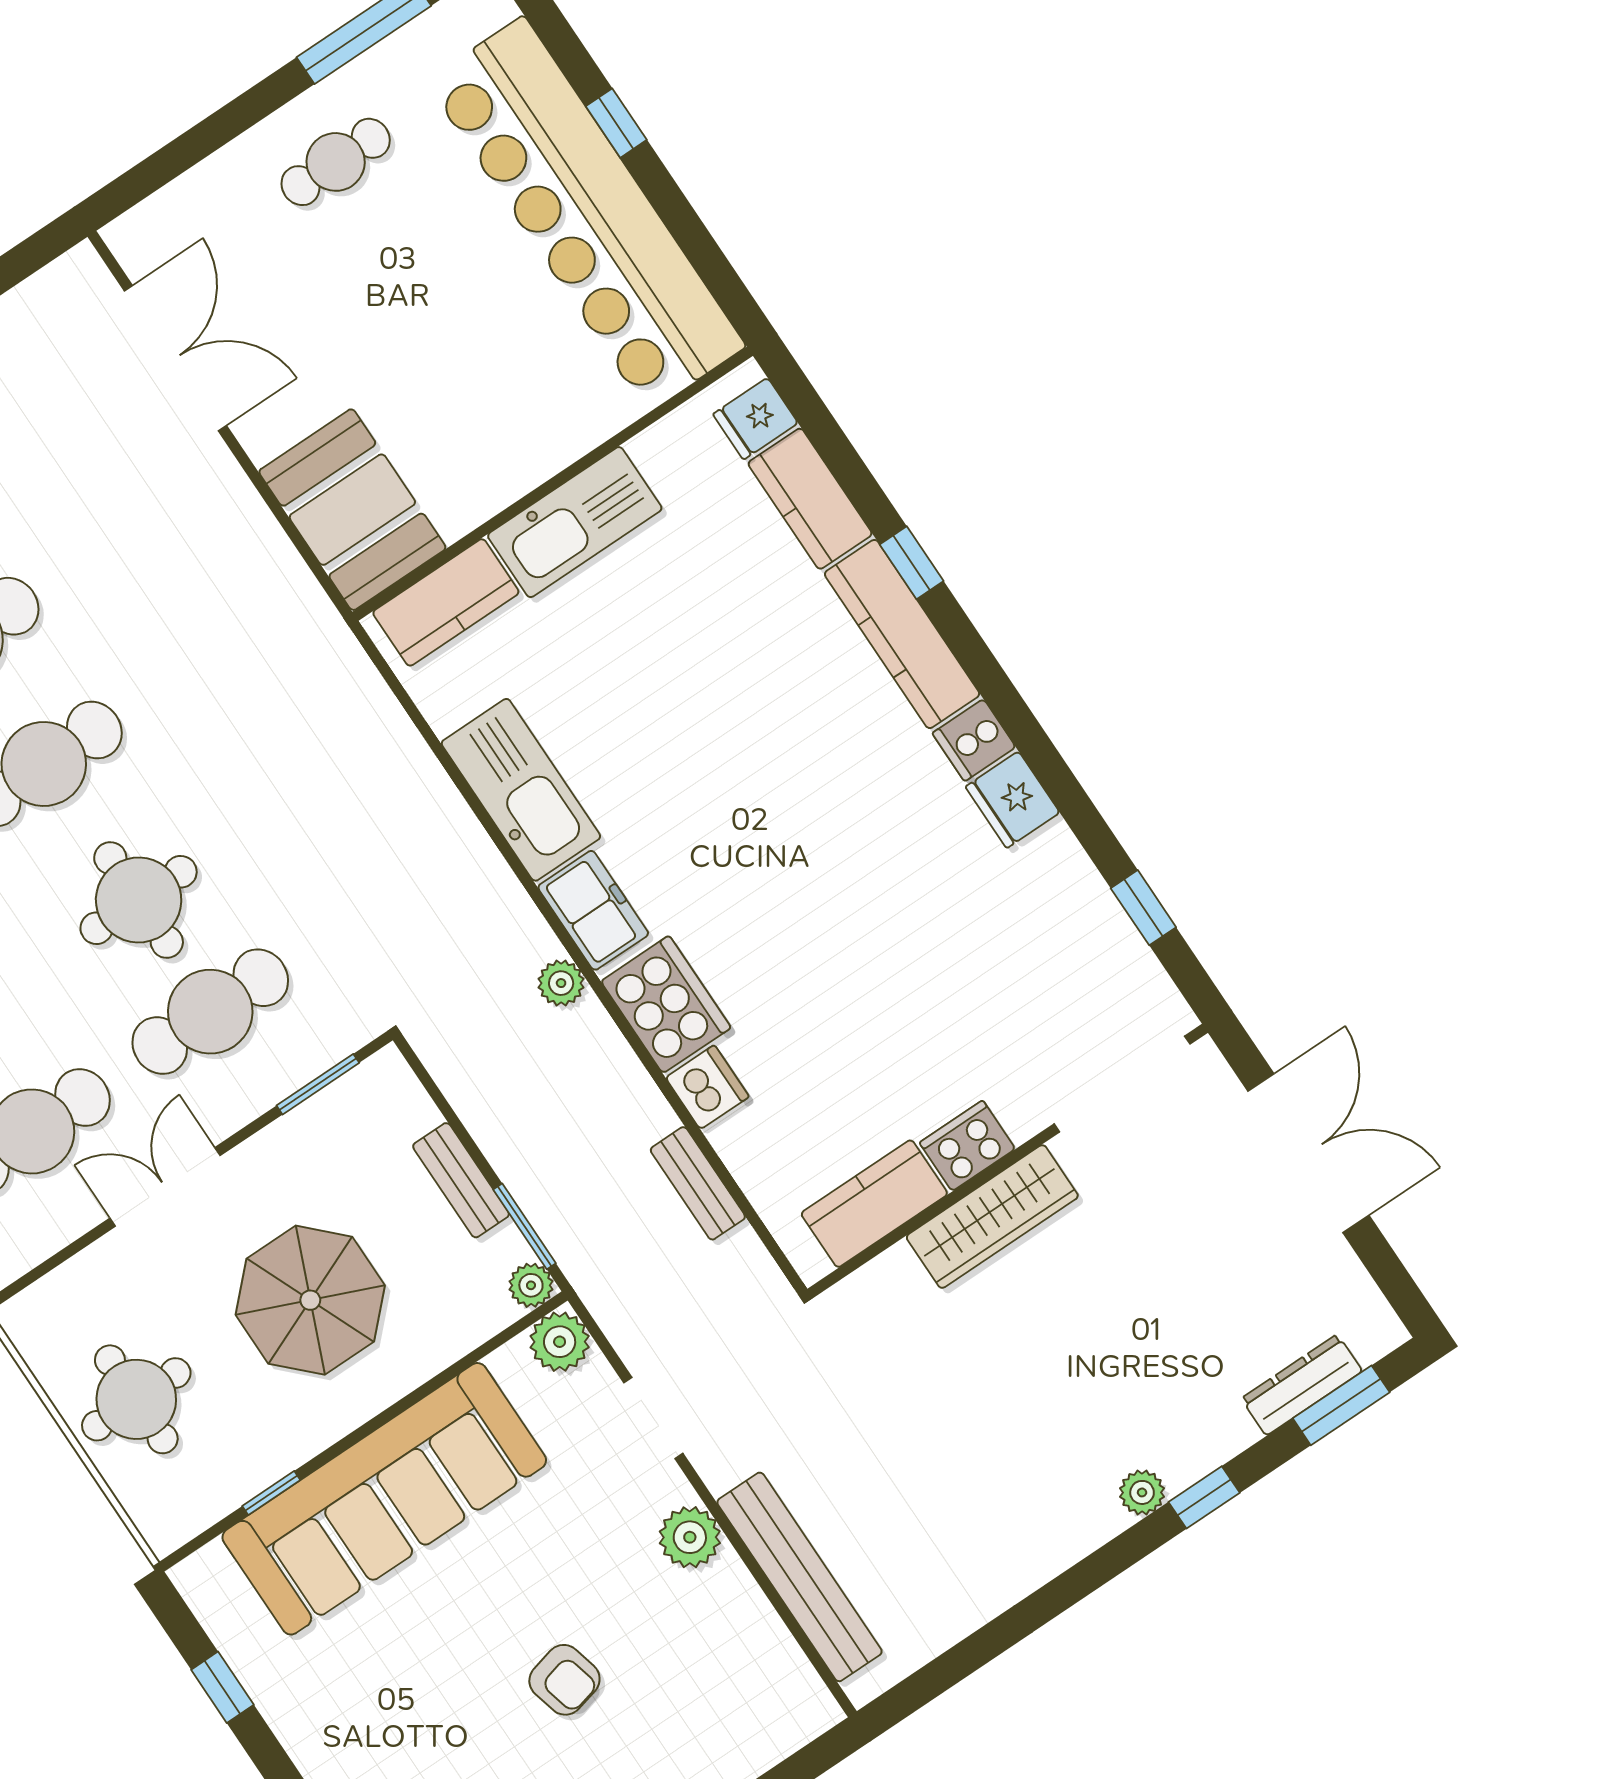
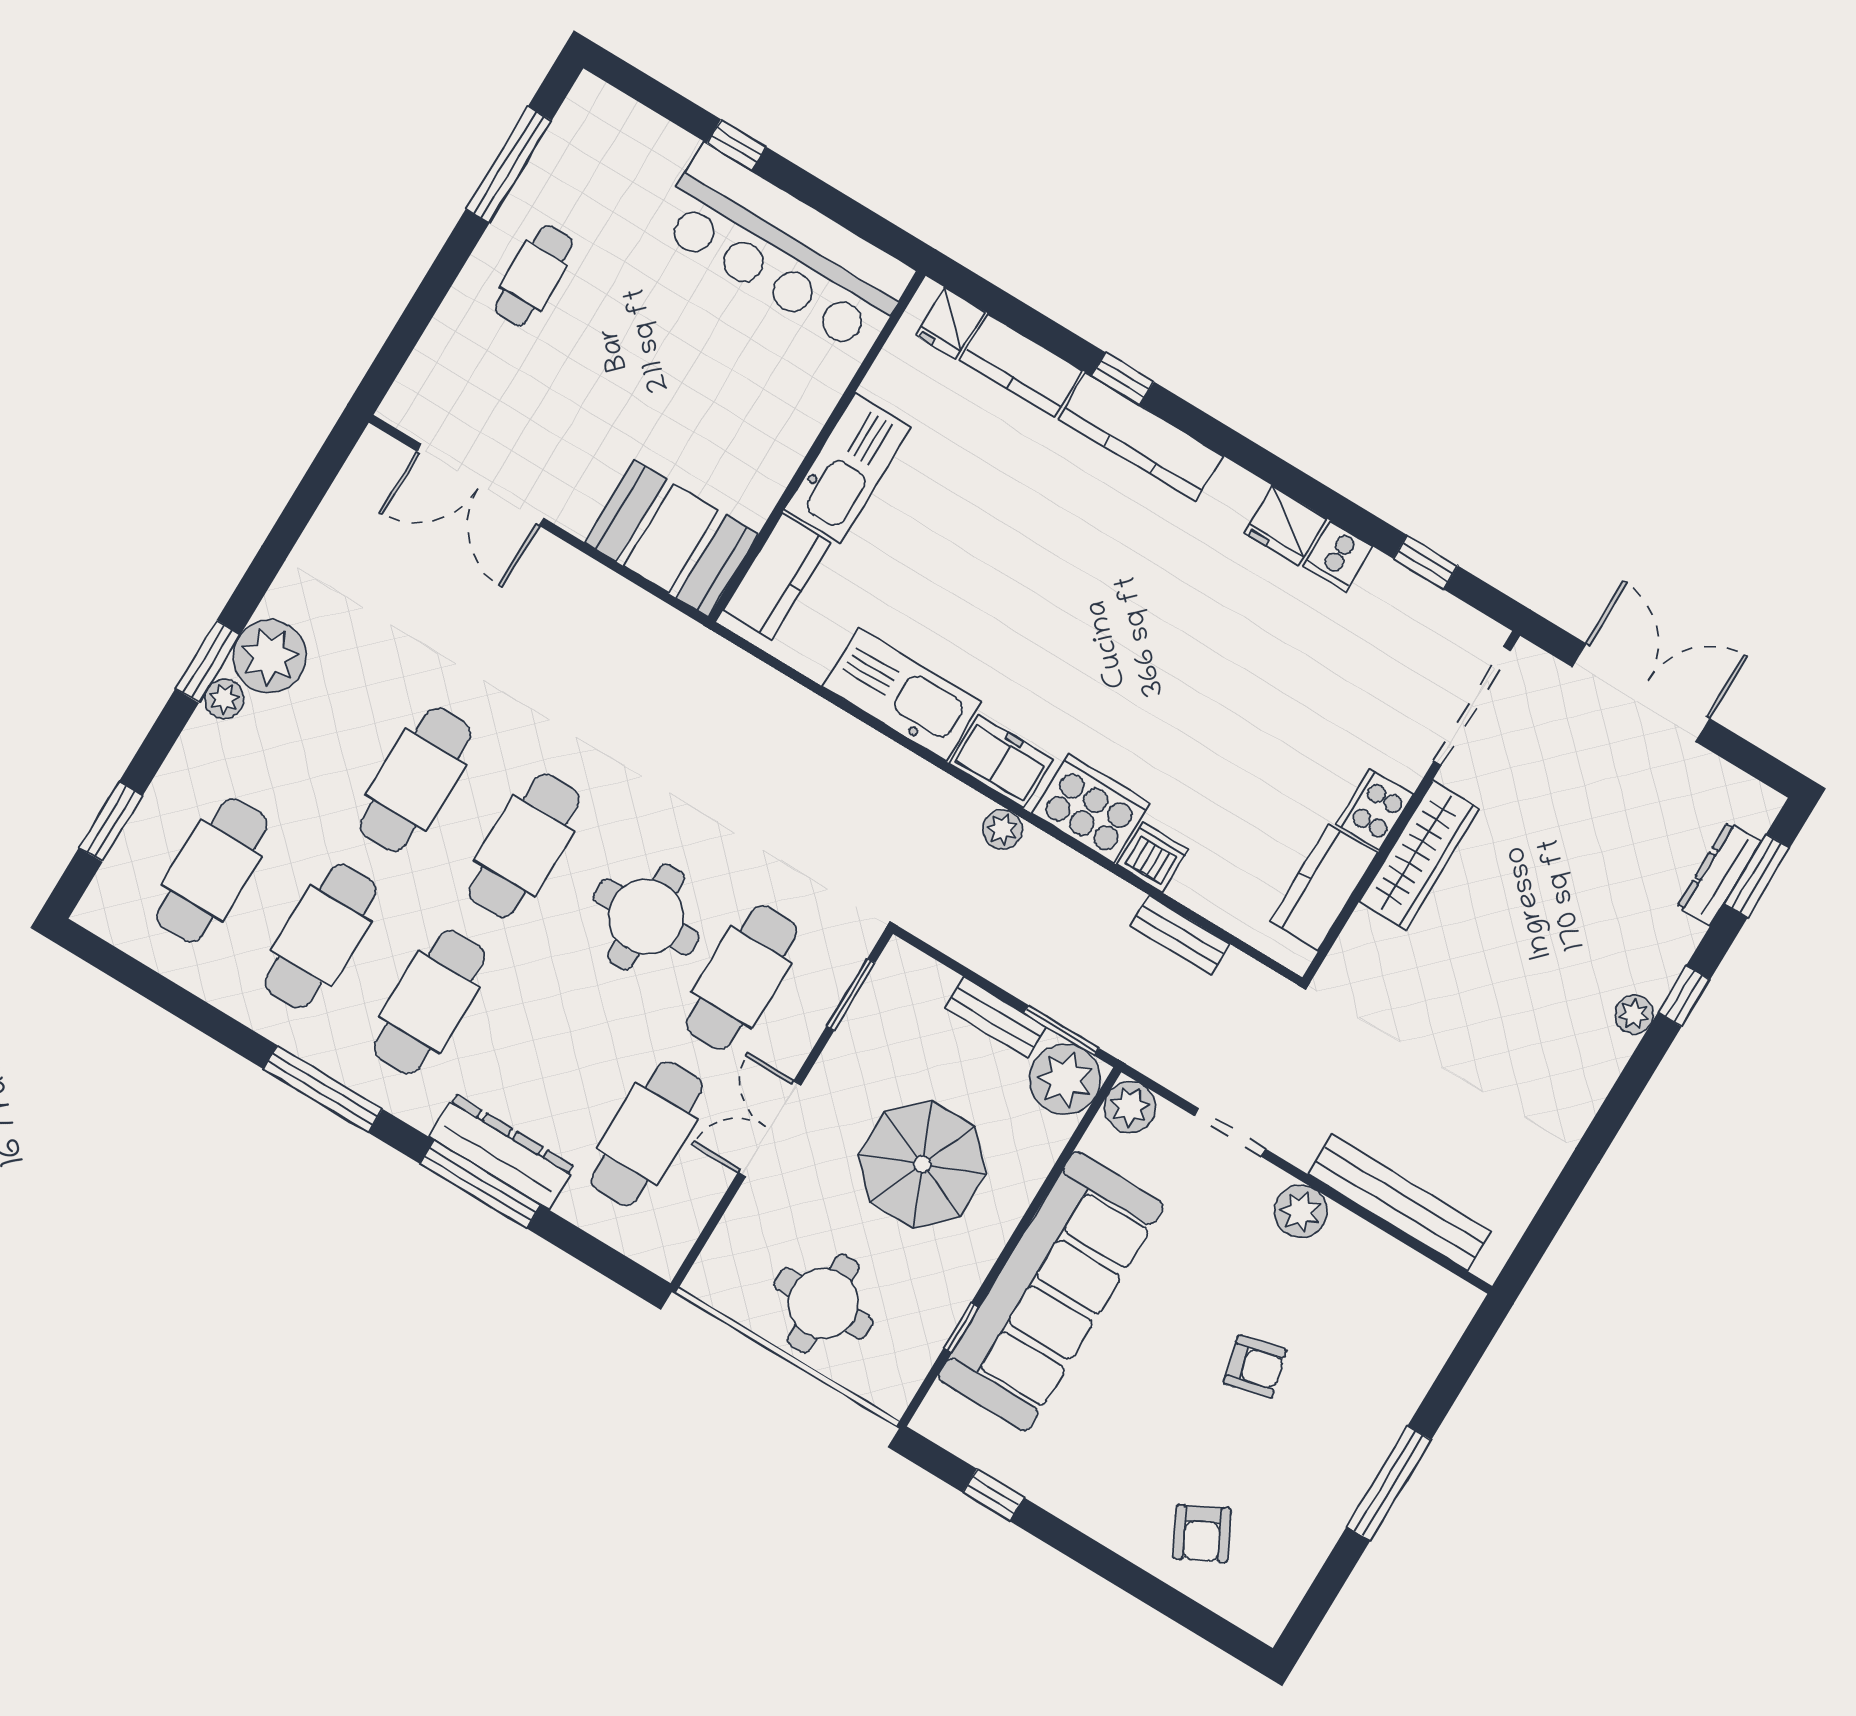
bar counter: (586, 214) -> (784, 250), width x0.73
double door: (175, 358) -> (480, 485), swing flipped
cooker: (974, 740) -> (1338, 556), moved
plant: (531, 1285) -> (1065, 1079), width x1.88, depth x1.88

